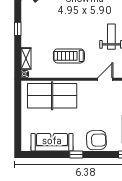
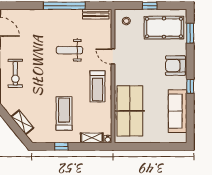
treadmill: (50, 31) -> (64, 113), added
treadmill: (69, 56) -> (97, 86), moved
armchair: (96, 140) -> (175, 66), turned -88

